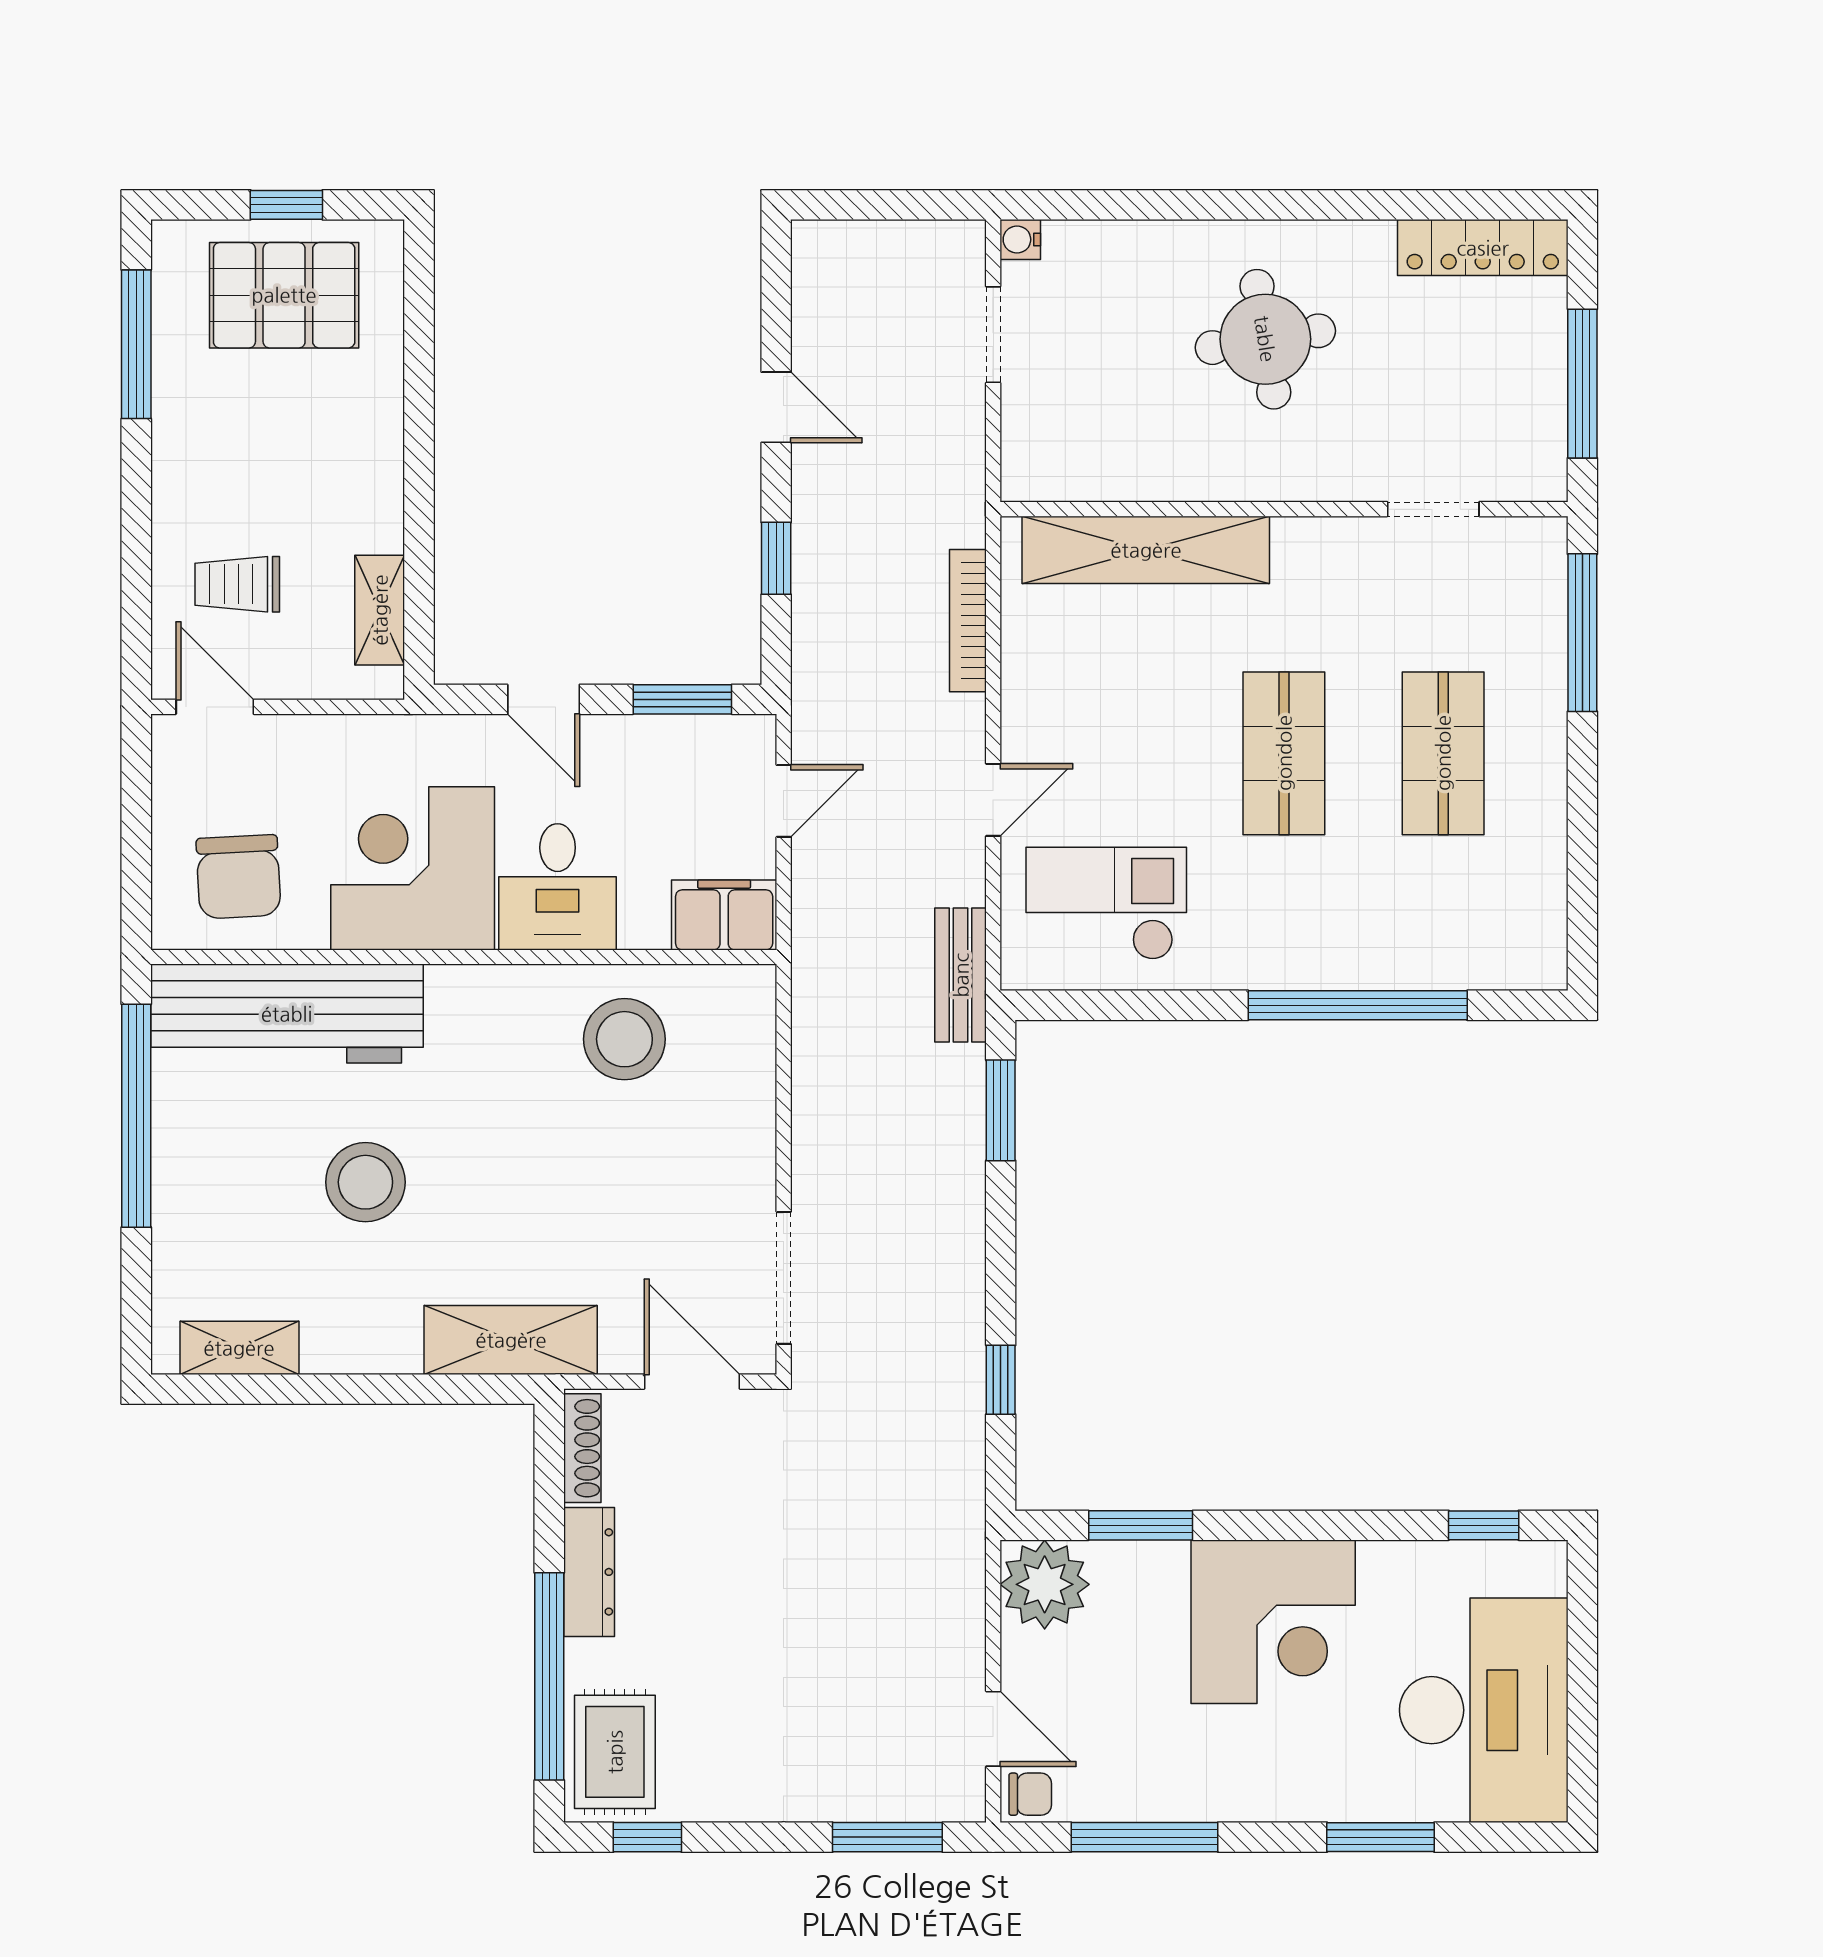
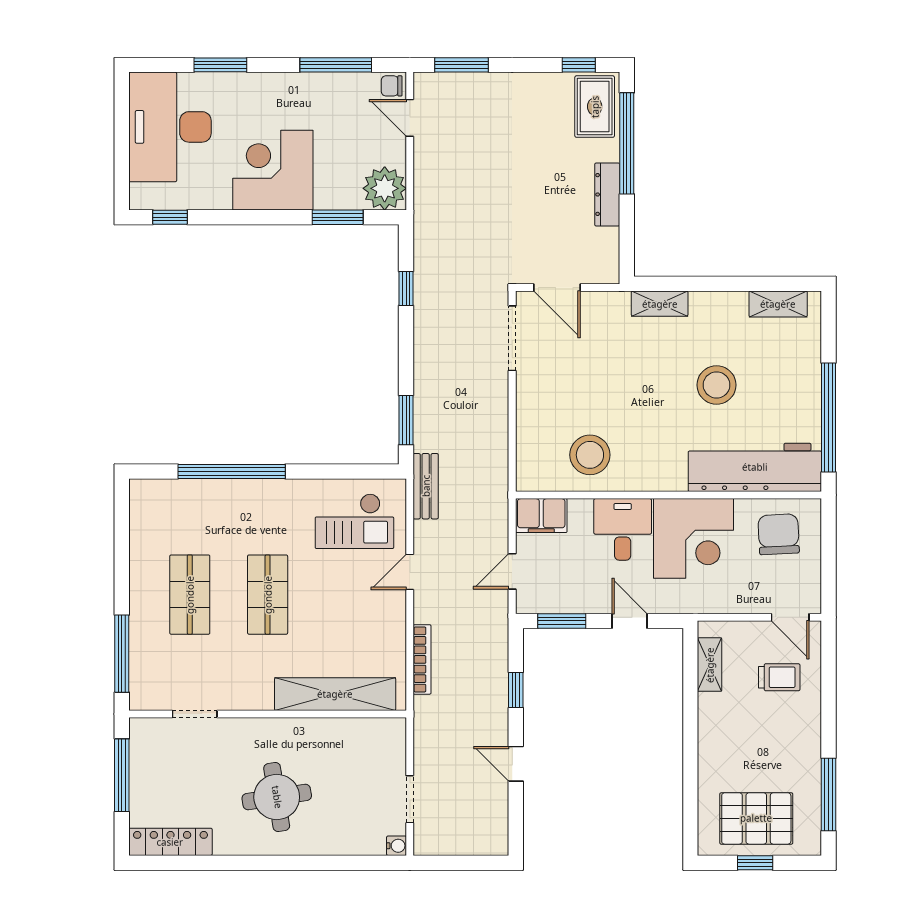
shelving: (511, 1340) -> (660, 304), width x0.67, depth x0.75
shoe rack: (582, 1448) -> (611, 255), removed

